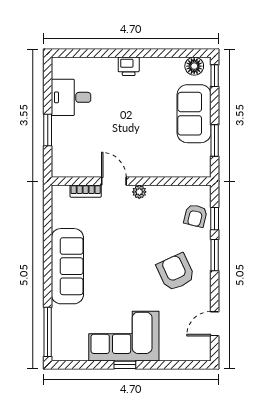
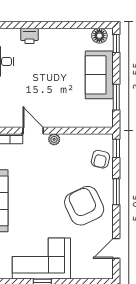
printer: (129, 66) -> (29, 36), moved
window: (215, 219) -> (116, 148), moved
armchair: (176, 272) -> (84, 206), width x1.36, depth x1.36

